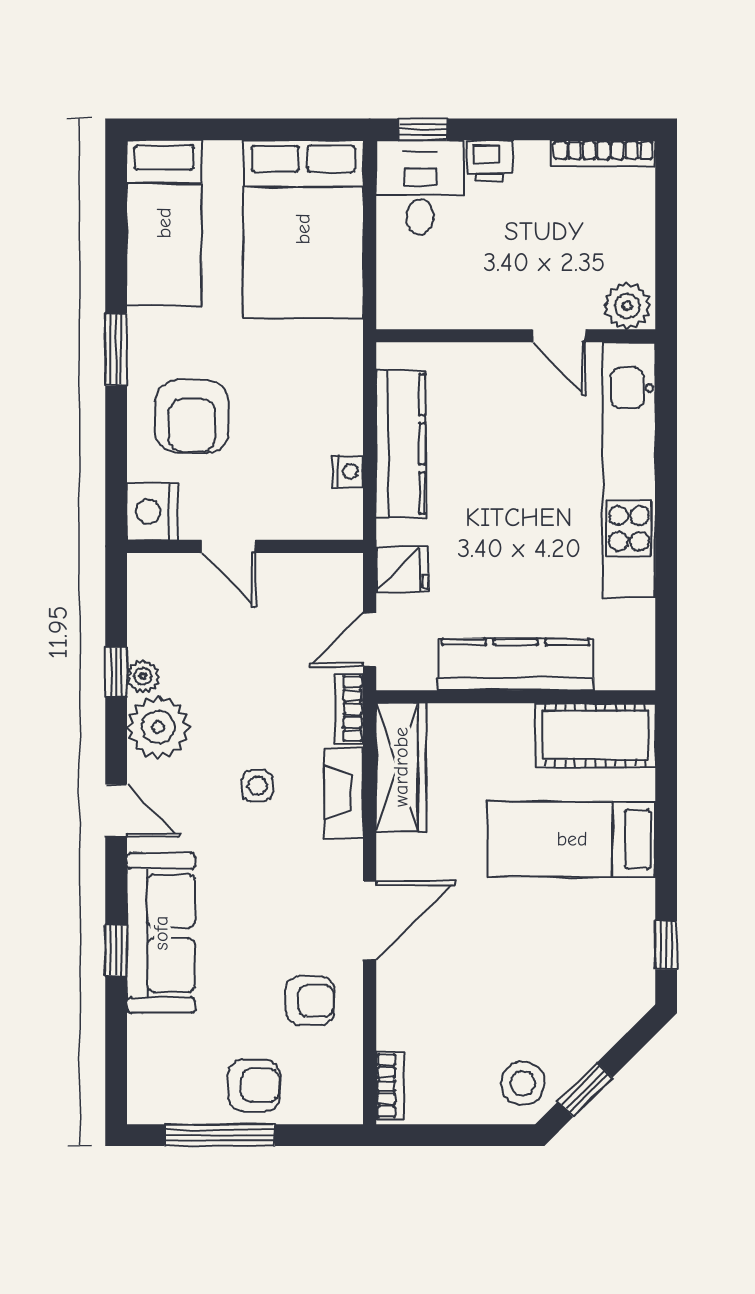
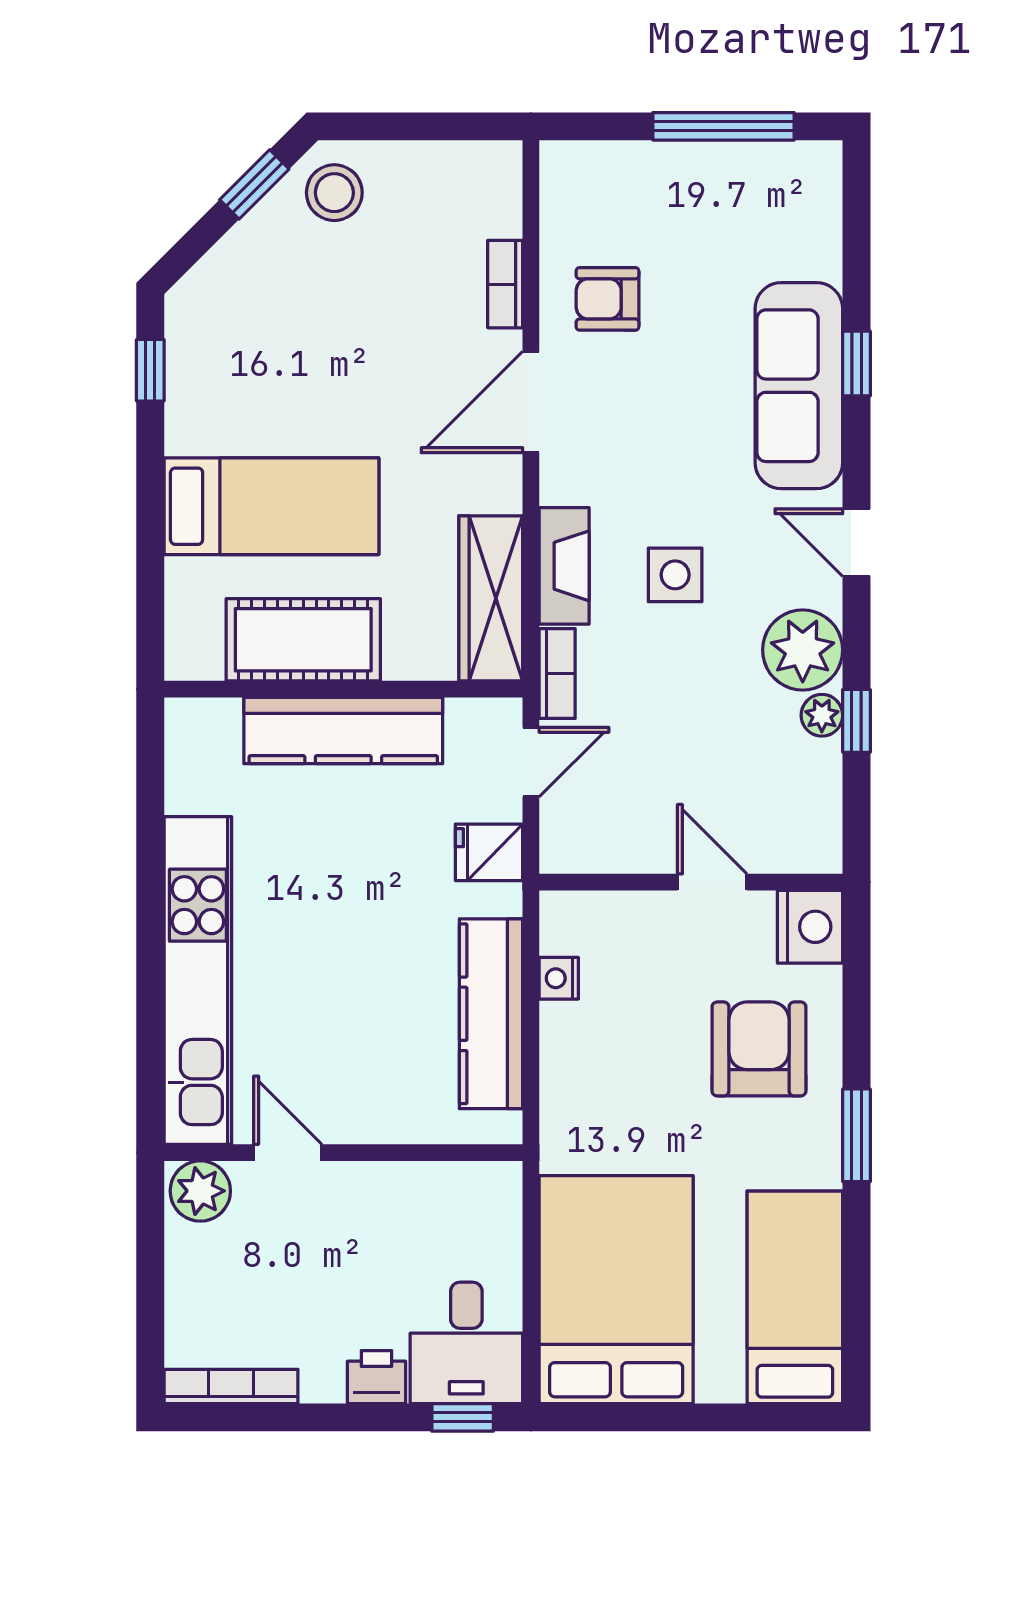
cot: (595, 735) -> (303, 640), moved
side table: (257, 786) -> (675, 575), width x1.37, depth x1.37
armchair: (254, 1085) -> (679, 190), removed
bookcase: (390, 1086) -> (505, 284), moved

